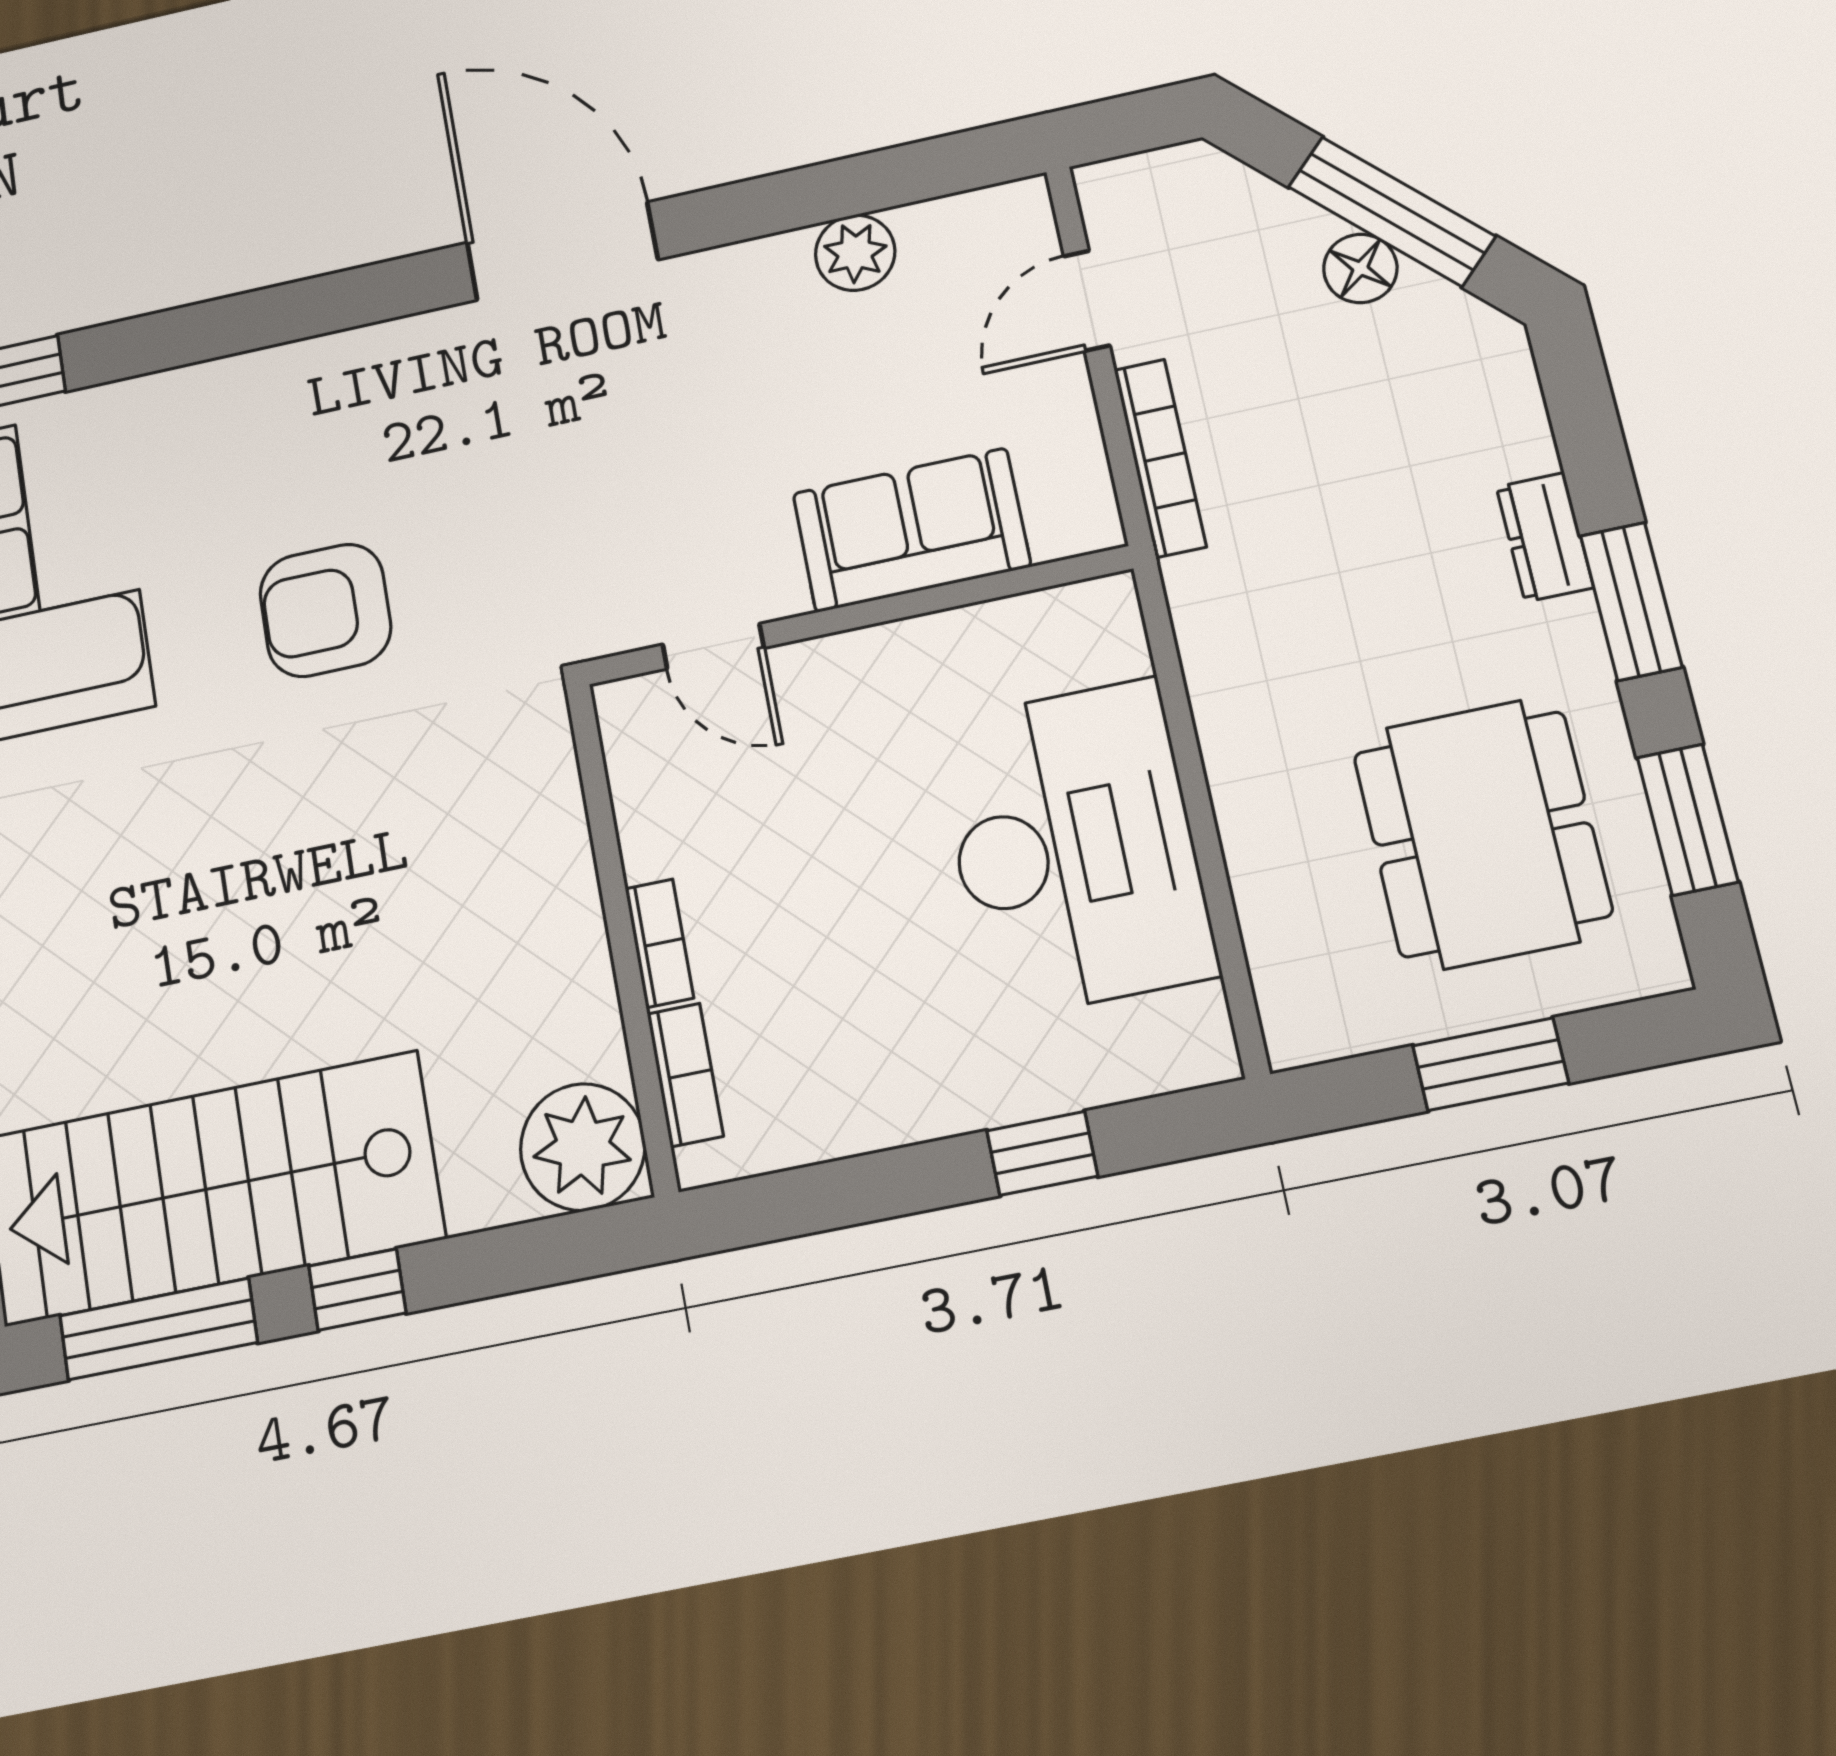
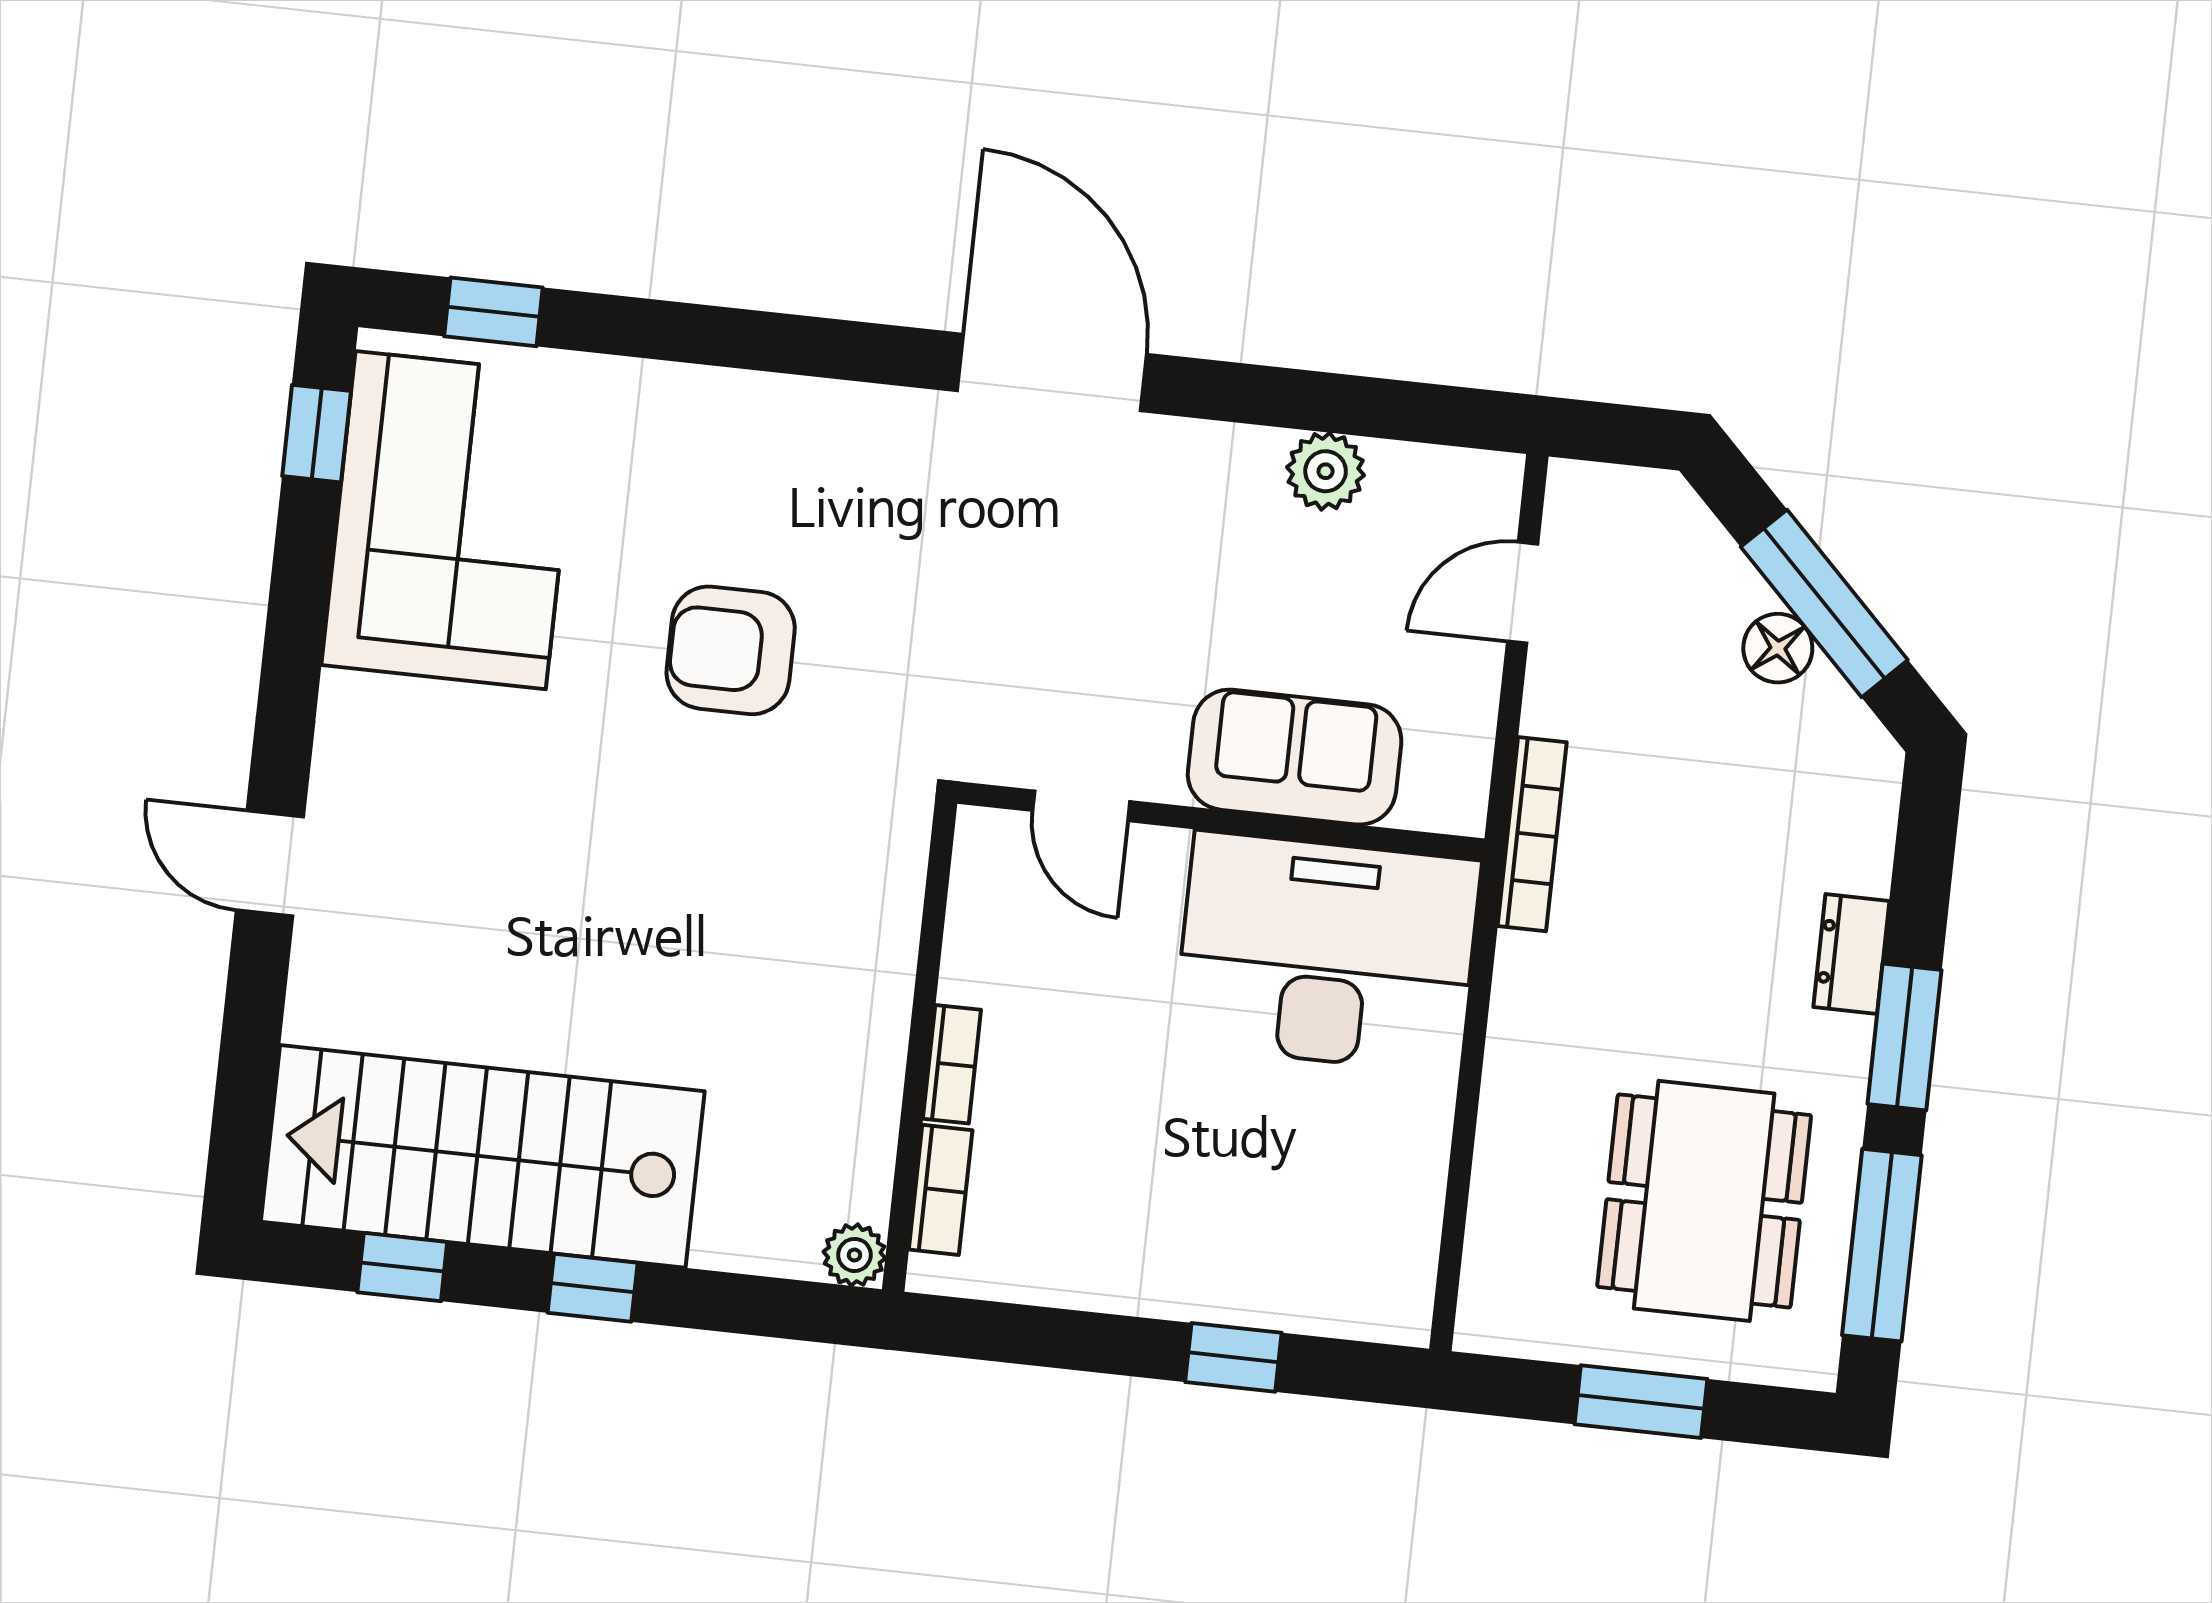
bookcase: (1160, 458) -> (1532, 834), moved
window: (1687, 820) -> (1882, 1245), width x1.44
desk: (1075, 848) -> (1327, 953), moved, turned -90
plant: (583, 1147) -> (854, 1255), width x0.53, depth x0.53
window: (158, 1329) -> (402, 1267), width x0.46

